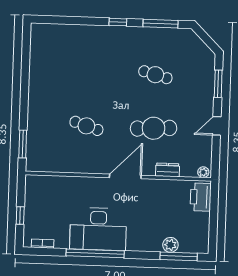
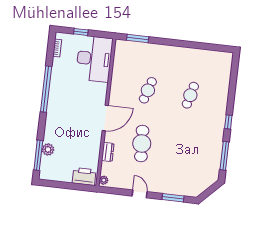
cafe table: (155, 75) -> (190, 95), moved
door: (125, 176) -> (105, 118), hinge flipped
desk: (98, 229) -> (94, 59), moved, turned 180

